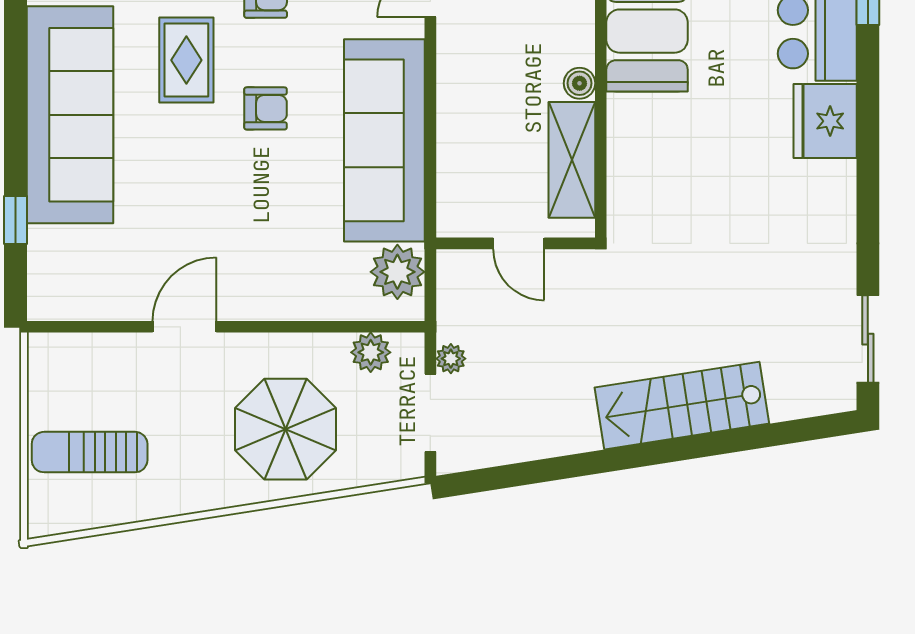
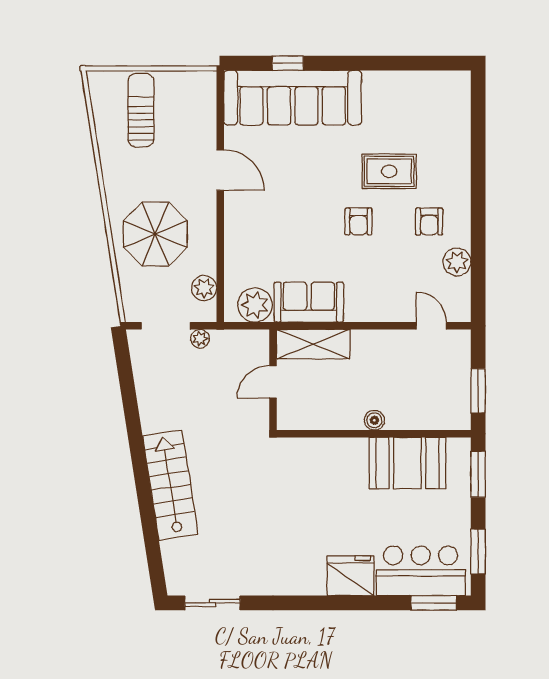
sofa: (70, 115) -> (293, 98), moved
sofa: (384, 140) -> (309, 302), width x0.54, depth x0.79
shelving: (572, 160) -> (313, 344), moved

